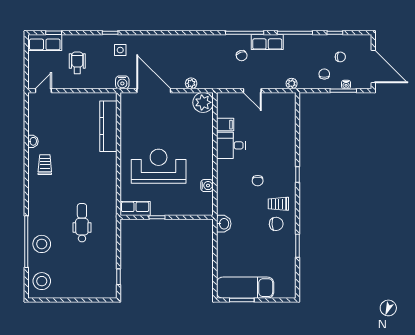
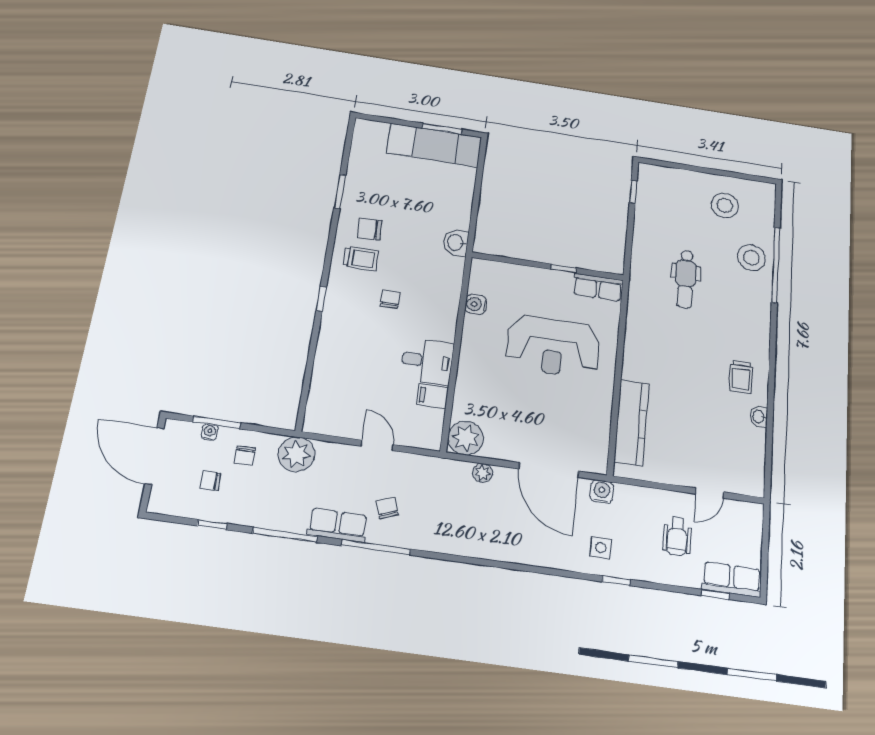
plant: (292, 84) -> (296, 454), width x1.87, depth x1.87
door: (43, 91) -> (709, 493), moved
stool: (42, 281) -> (725, 205), moved

